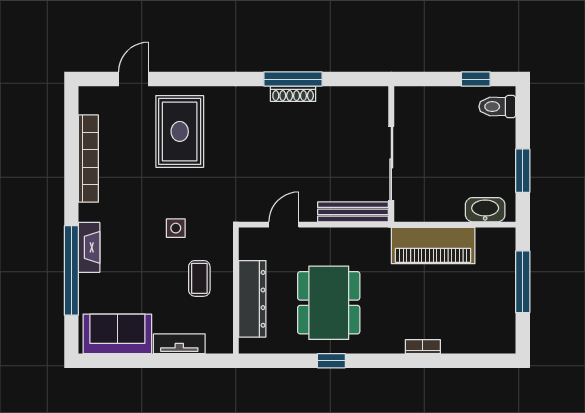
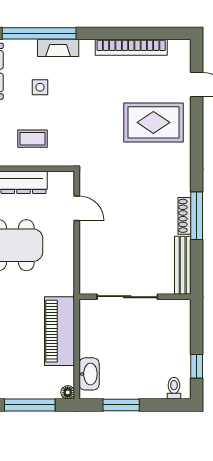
toilet: (497, 107) -> (174, 388), width x0.73, depth x0.72
bench: (353, 212) -> (183, 265), moved
side table: (176, 228) -> (40, 87), moved
floor lamp: (507, 236) -> (68, 392), added

